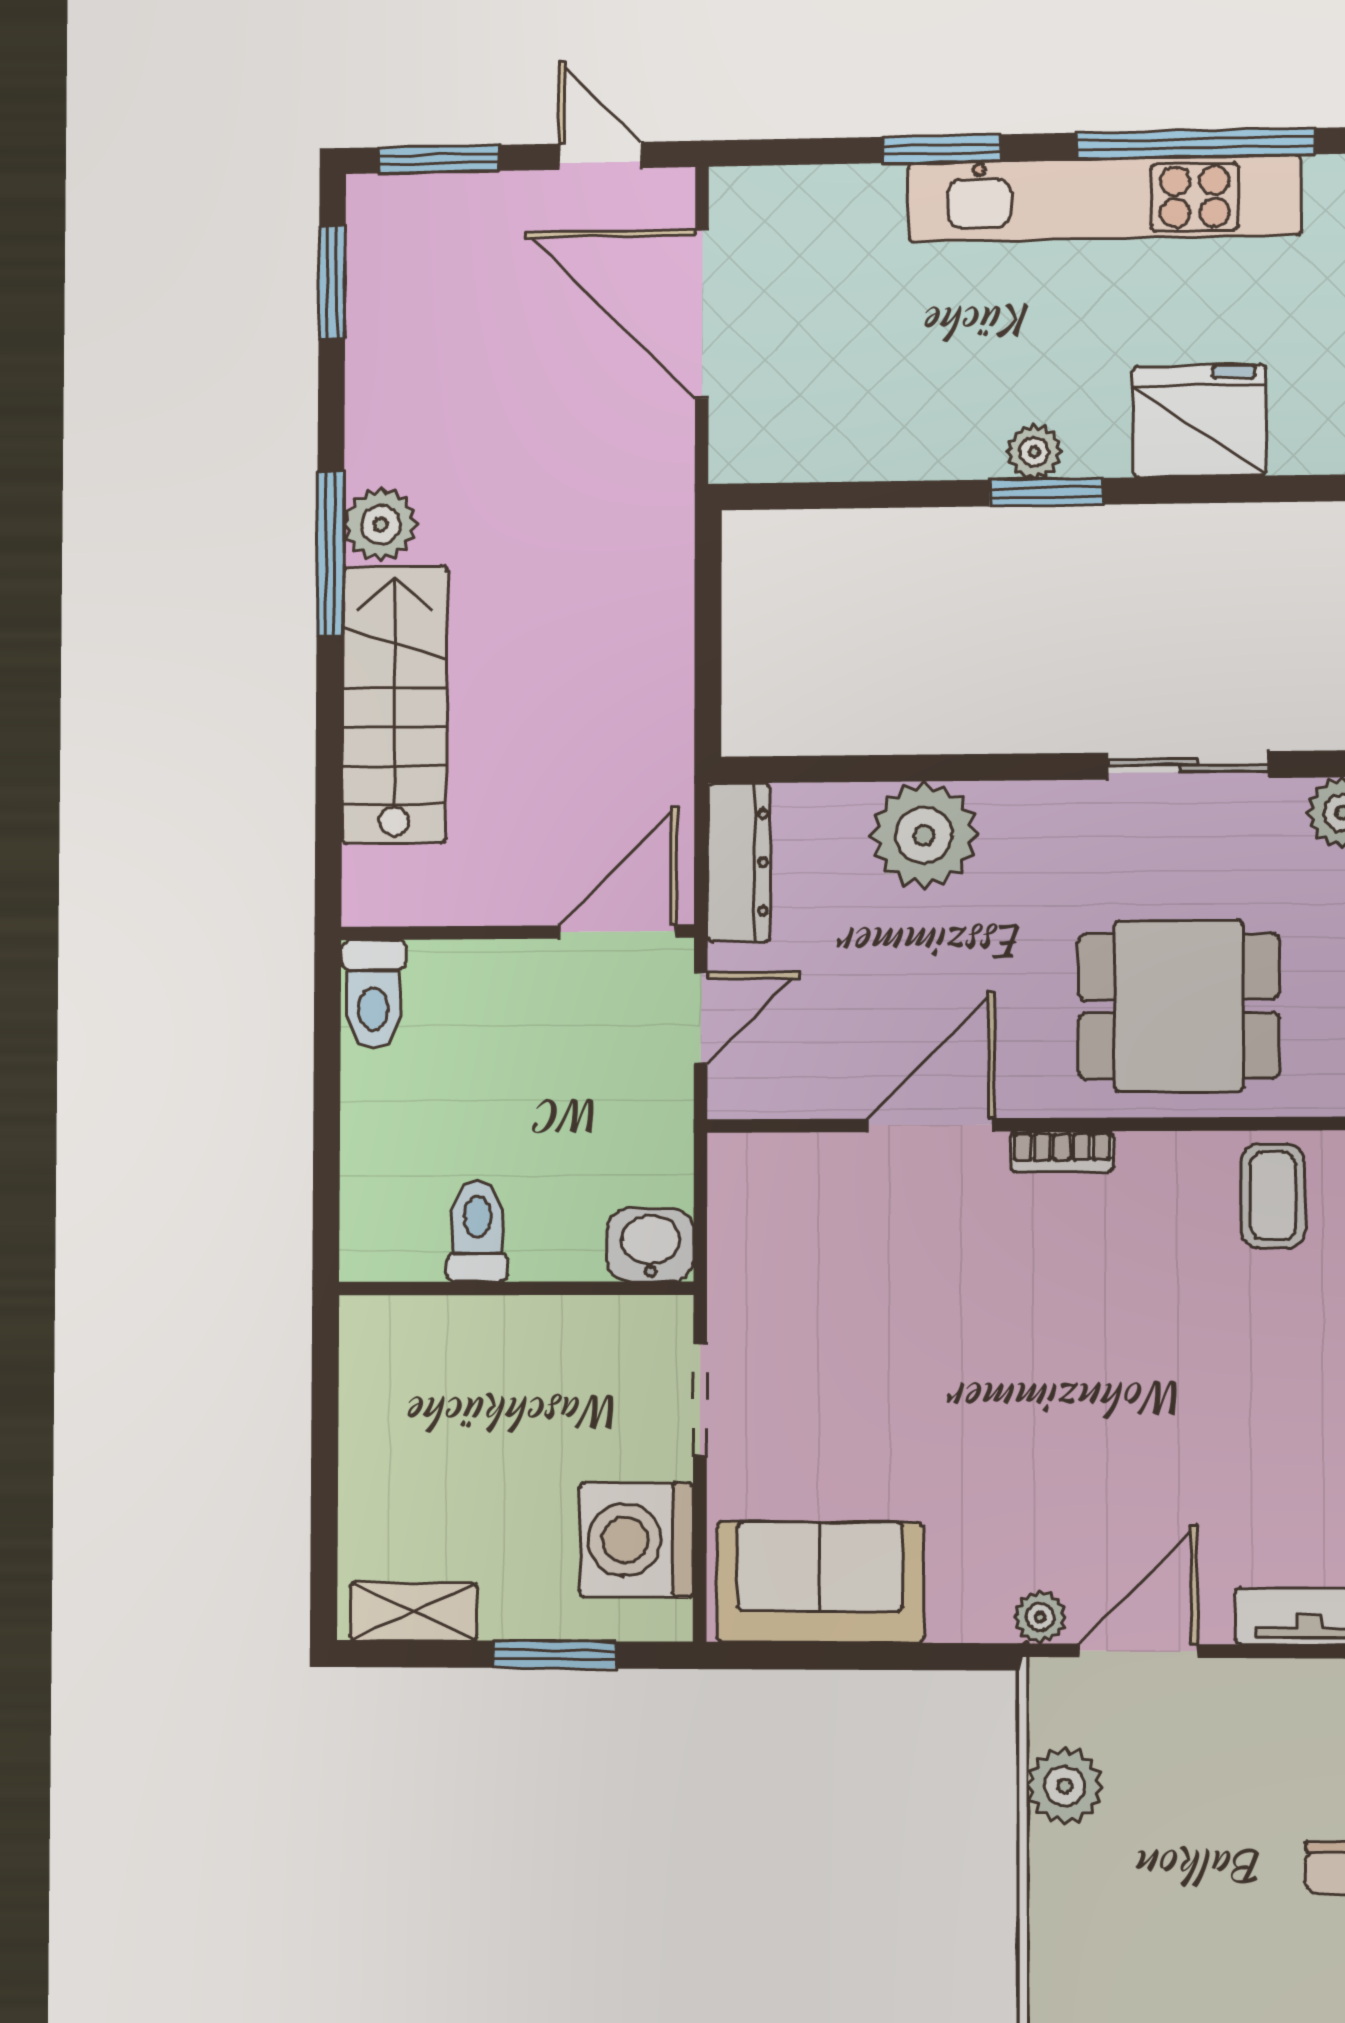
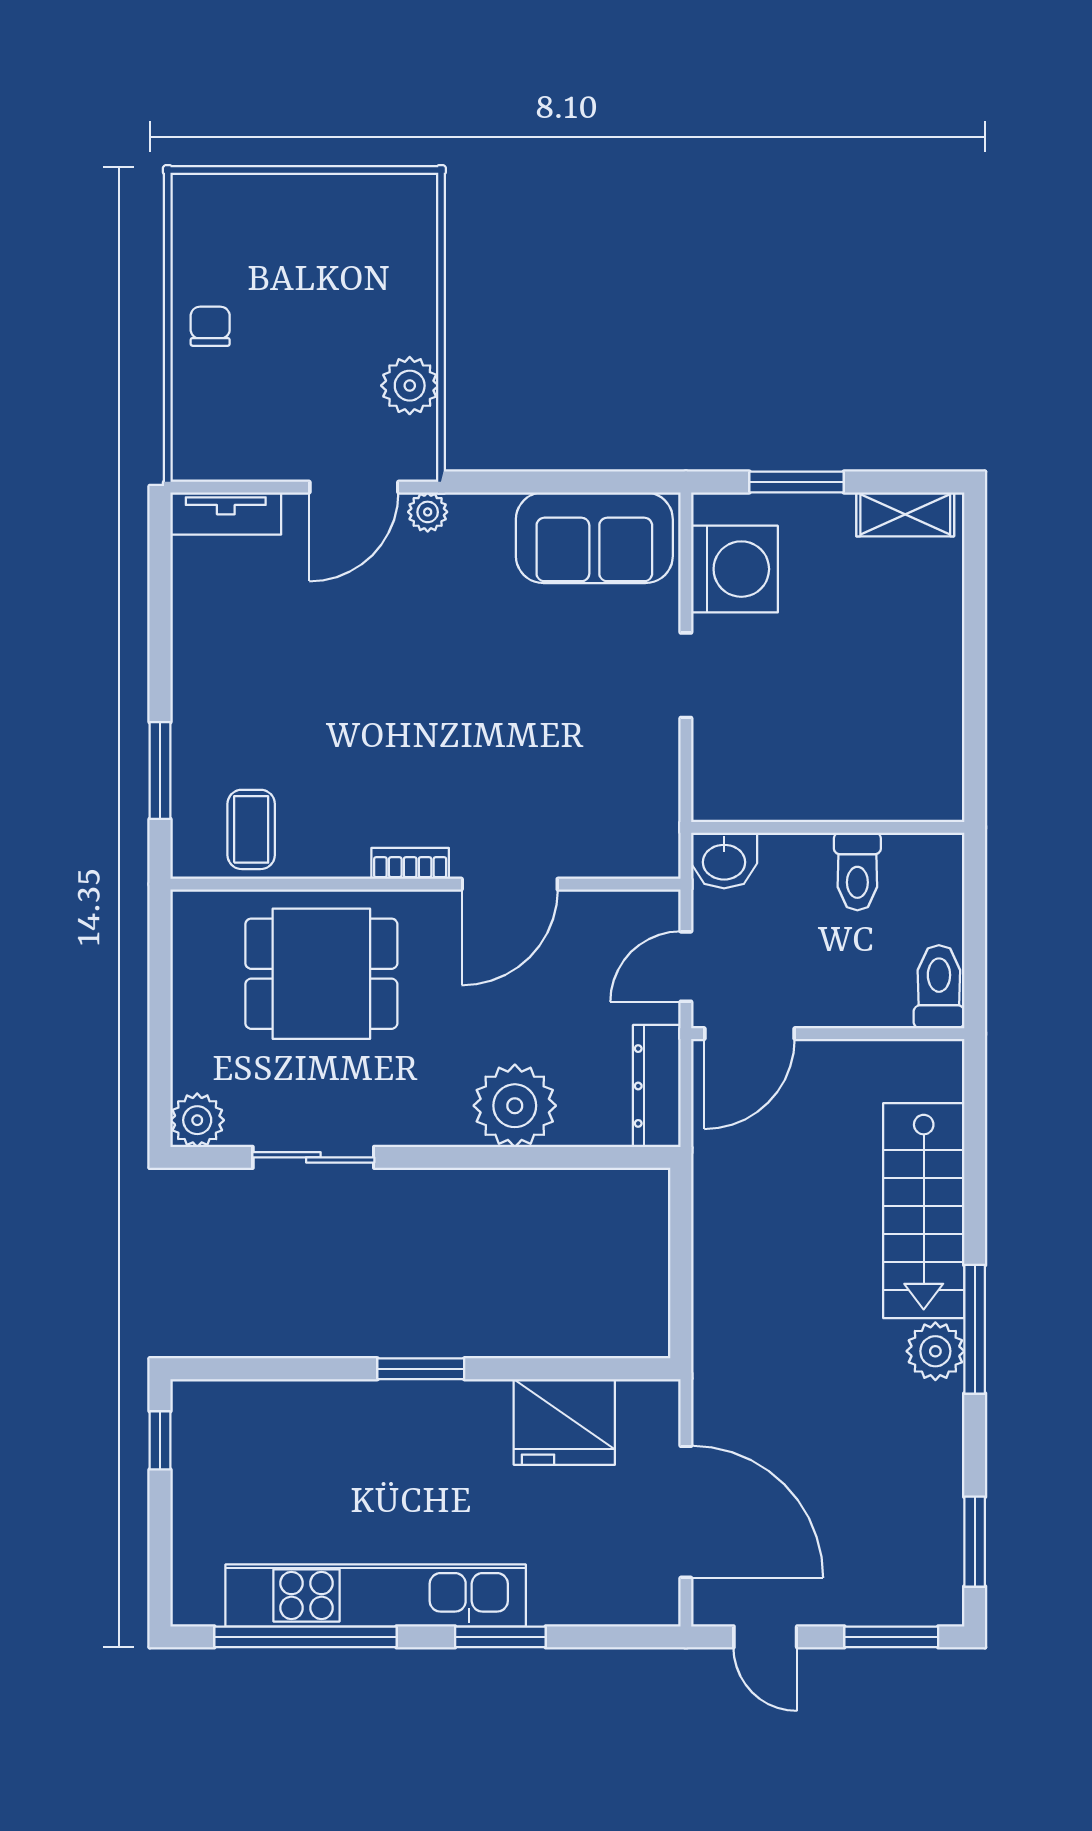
fridge: (1199, 421) -> (564, 1422), moved
plant: (1034, 452) -> (430, 1400), removed
toilet: (477, 1231) -> (857, 871), moved
washbasin: (651, 1245) -> (724, 860), moved
wall: (516, 1288) -> (828, 827), moved

